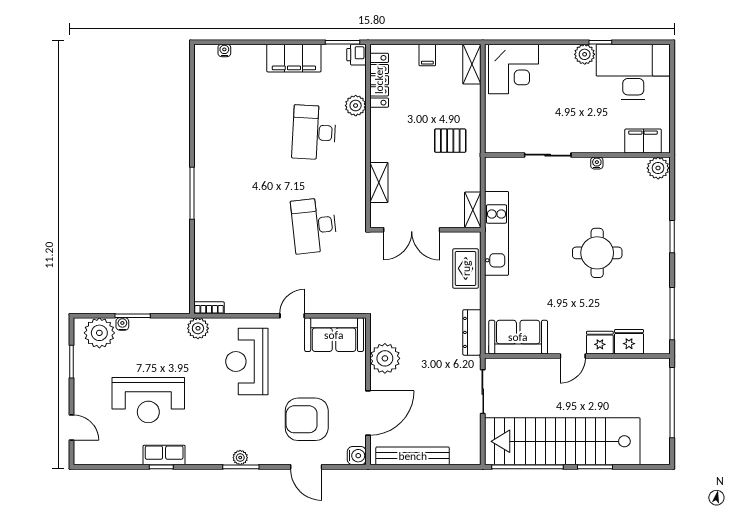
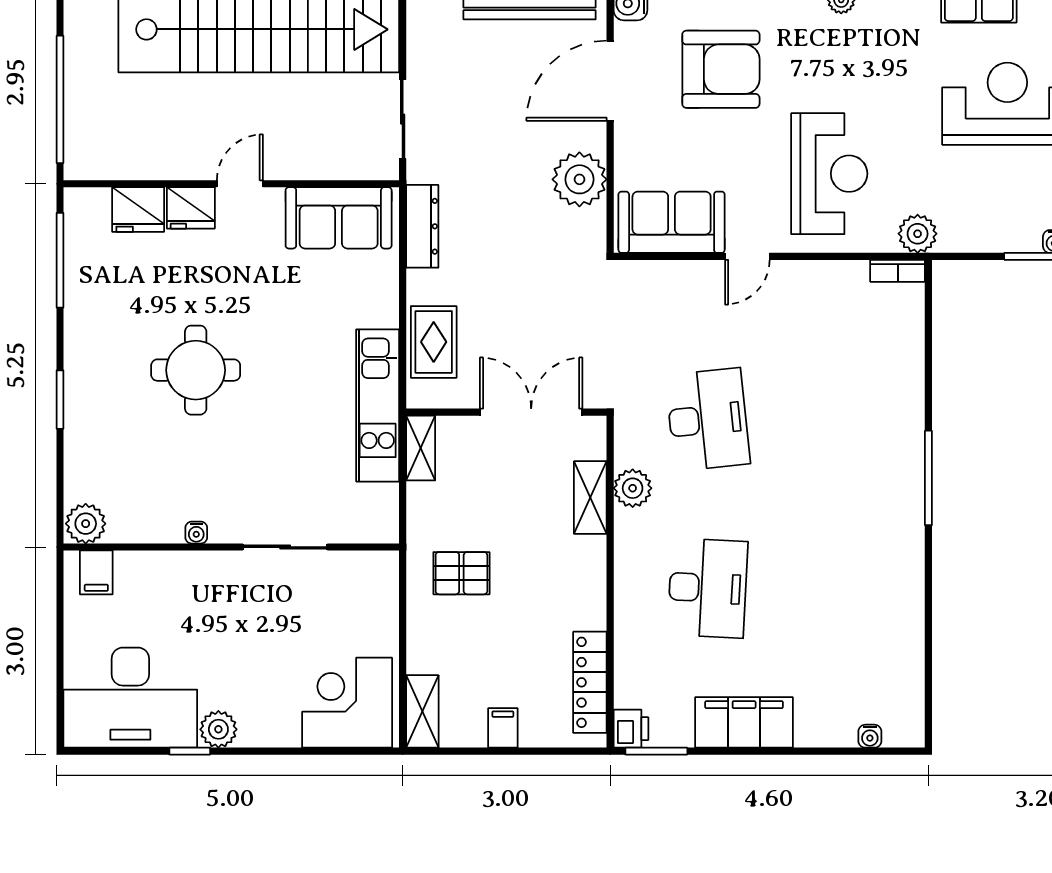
plant: (356, 106) -> (633, 488), moved
filing cabinet: (643, 141) -> (96, 572), width x0.50

